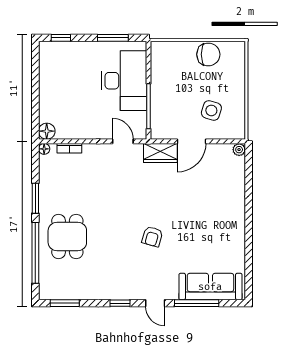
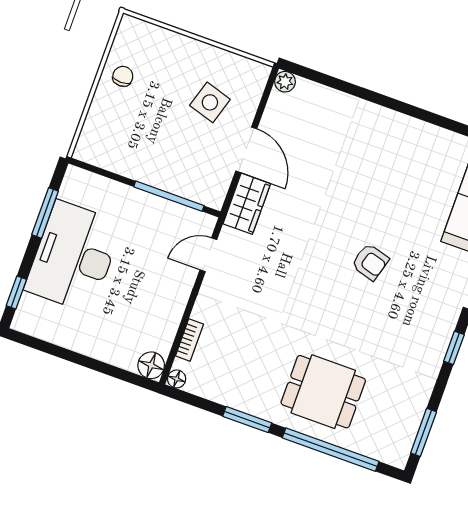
chair: (208, 54) -> (123, 76), width x0.54, depth x0.54
desk: (124, 81) -> (74, 257), moved, turned -90

